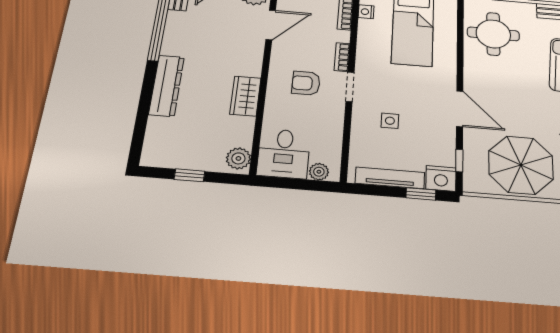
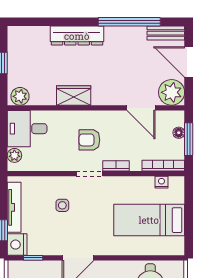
armchair: (306, 83) -> (89, 140), turned -90

